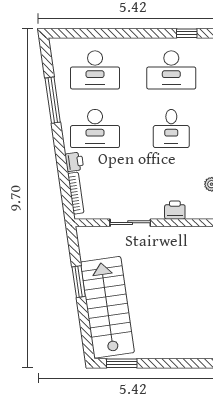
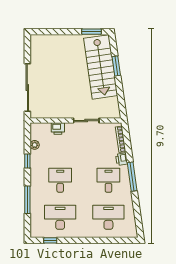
window: (53, 100) -> (132, 177), moved
desk: (95, 128) -> (108, 180), width x0.73
window: (79, 282) -> (116, 66), moved

